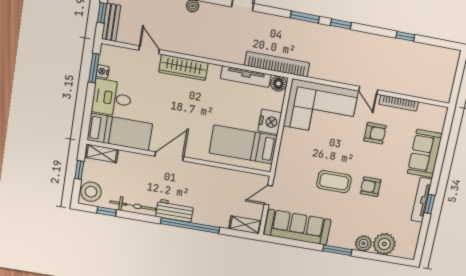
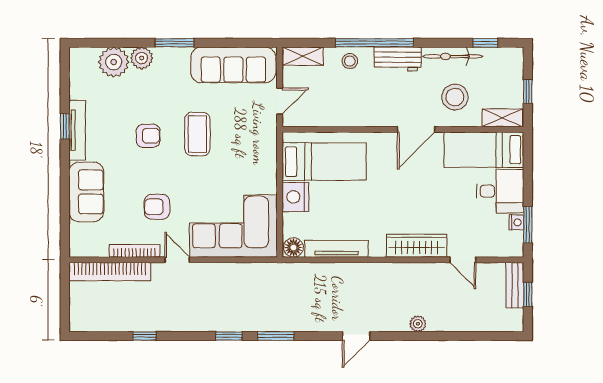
bookcase: (277, 64) -> (110, 272), moved
coffee table: (334, 182) -> (197, 134), turned 90
stool: (91, 192) -> (455, 97), moved
stool: (211, 215) -> (350, 61), added

